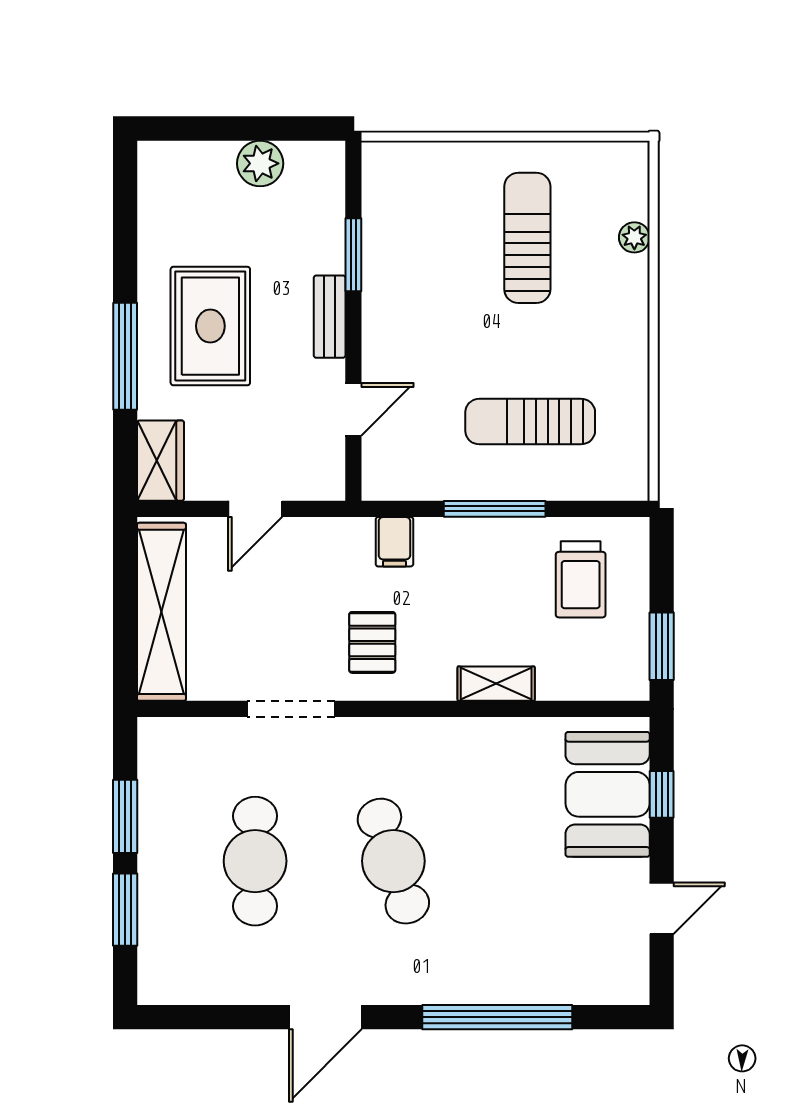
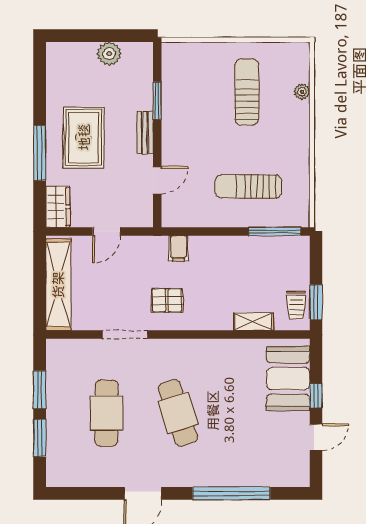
window: (495, 509) -> (275, 232), moved
trolley: (581, 579) -> (296, 305), moved, width x0.73, depth x0.72
pallet: (372, 642) -> (167, 300), turned 90
shelving: (496, 684) -> (253, 322), moved
window: (662, 794) -> (316, 396), moved

